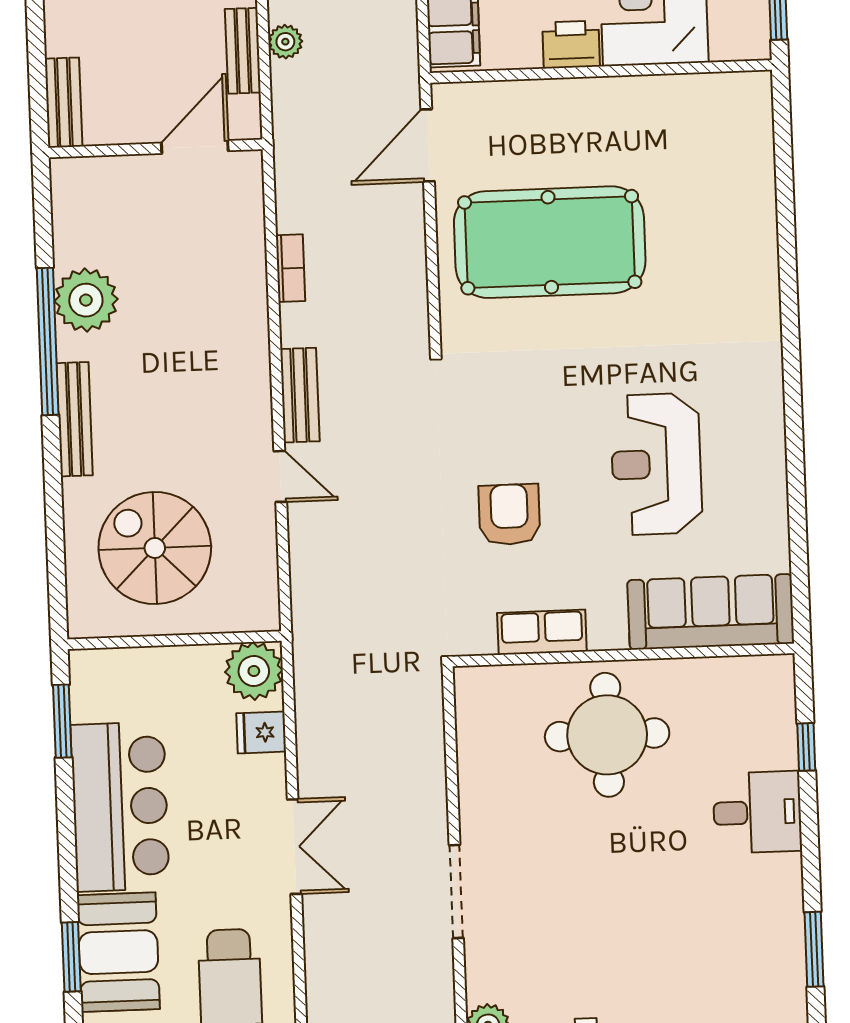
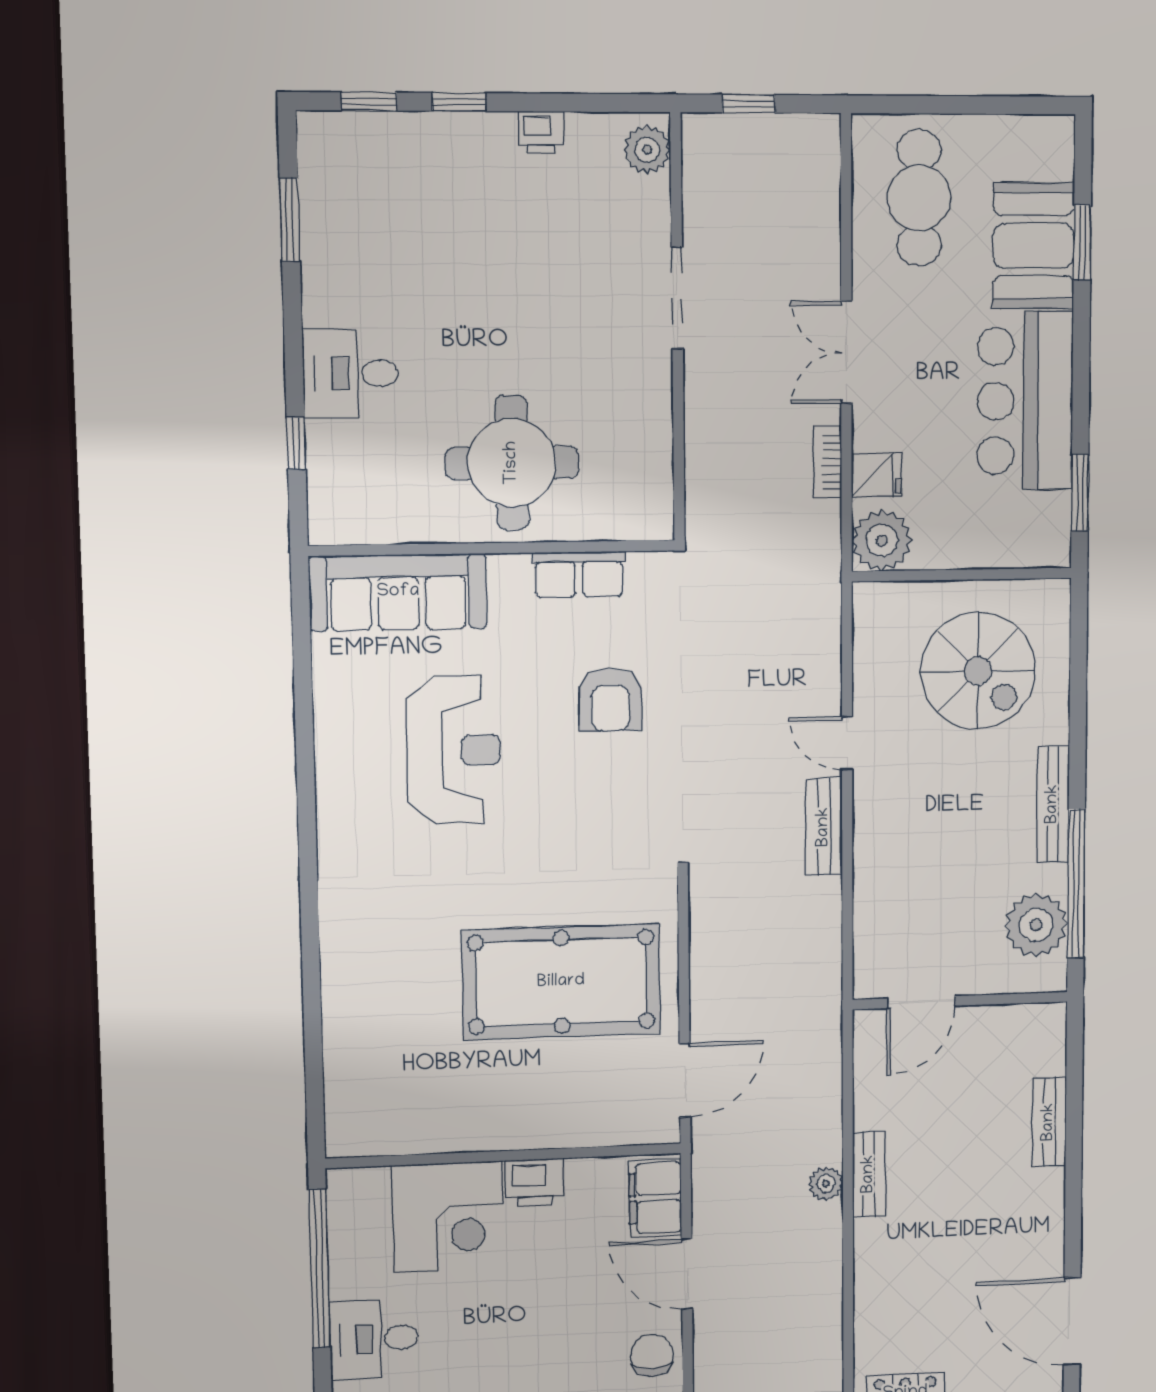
door: (195, 147) -> (921, 1002), moved
wall: (156, 149) -> (960, 1001), moved
bookcase: (290, 268) -> (828, 462), moved

